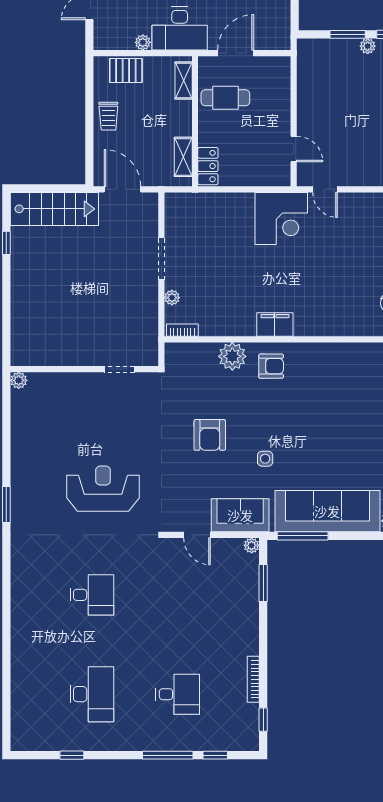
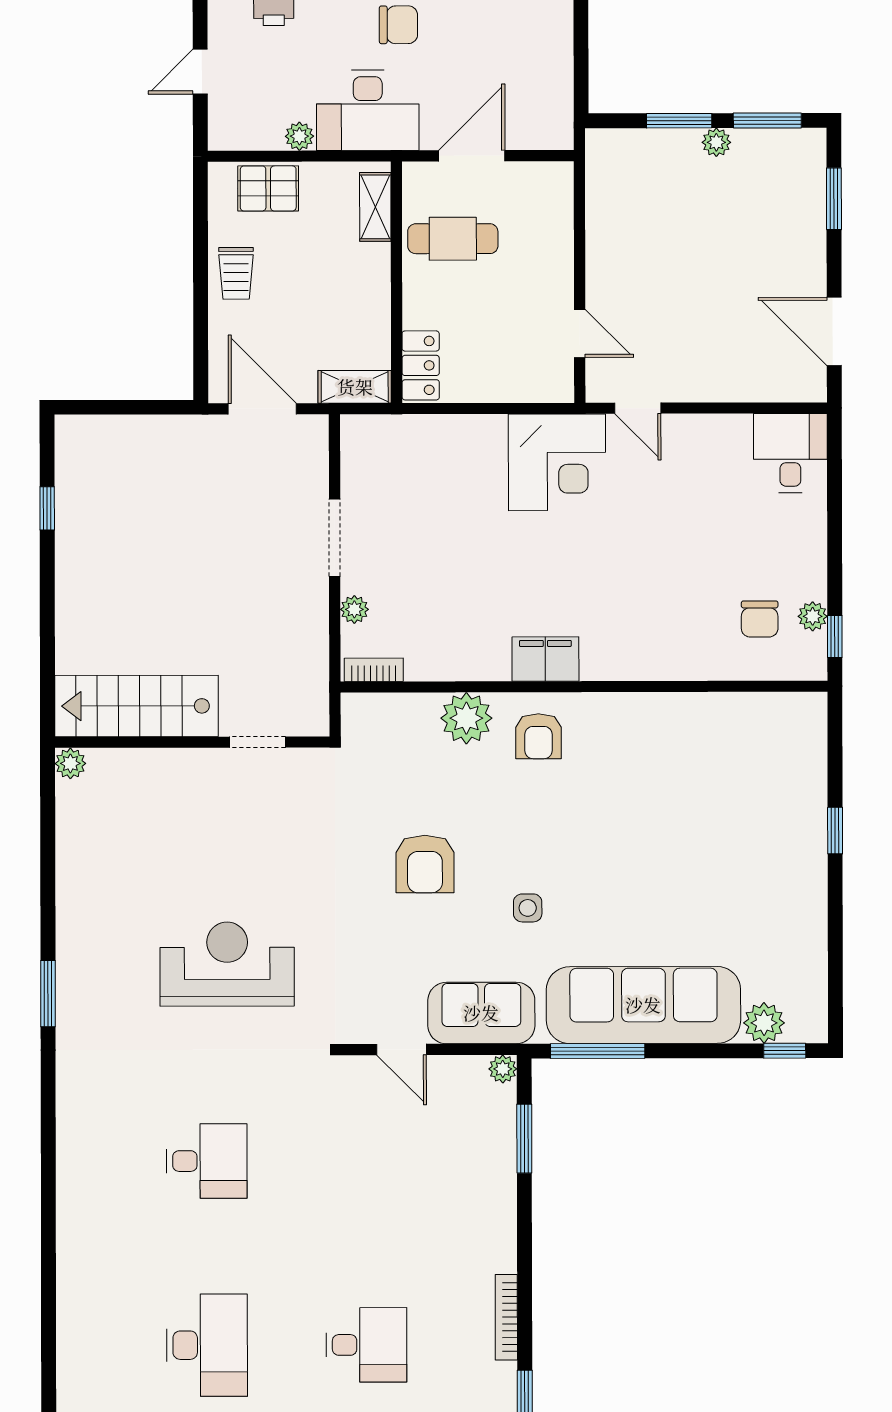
shelving: (183, 157) -> (355, 387), moved, turned 90
stairs: (54, 209) -> (136, 706), moved, turned 180
armchair: (271, 366) -> (538, 736), turned 90

